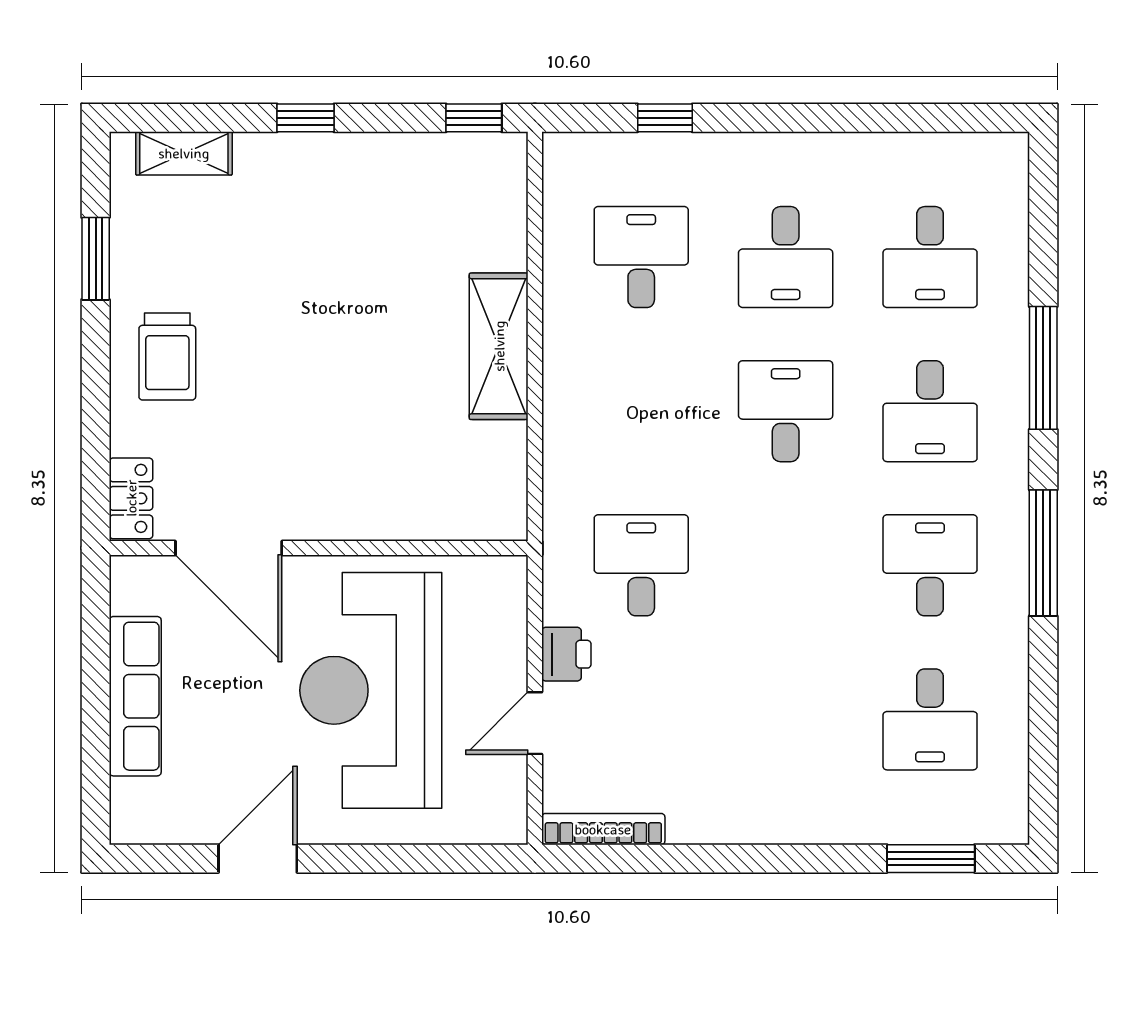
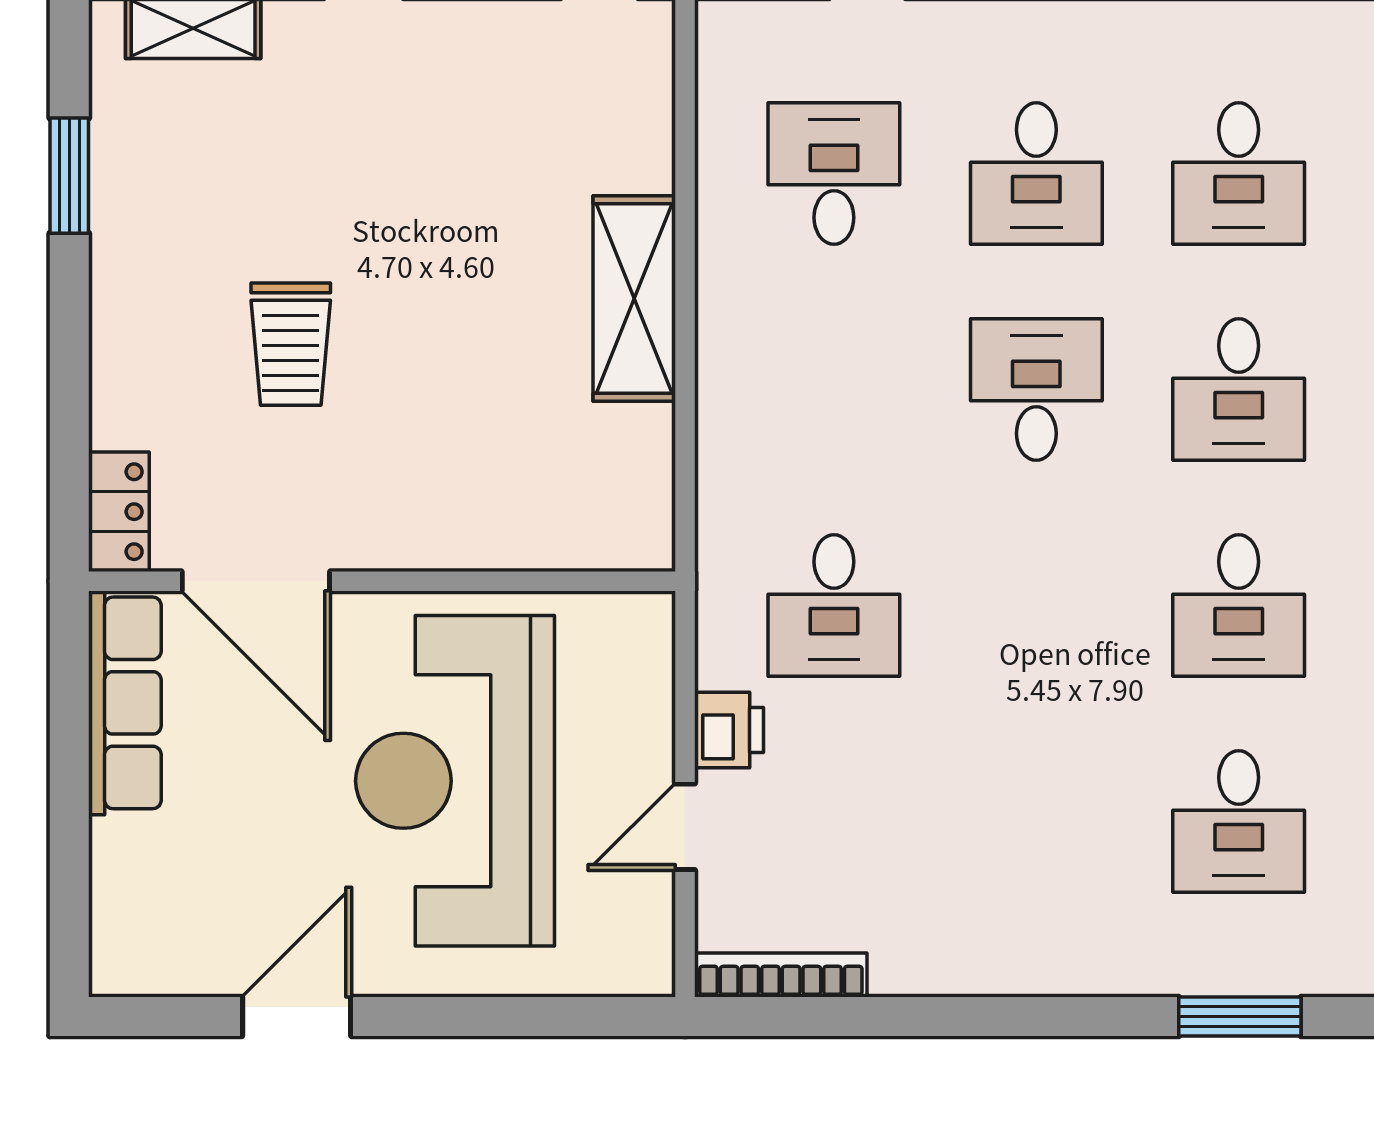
trolley: (167, 357) -> (291, 344), moved
desk: (641, 565) -> (834, 606), turned 180
desk: (930, 565) -> (1239, 606), turned 180
row of seats: (135, 696) -> (125, 703), moved

